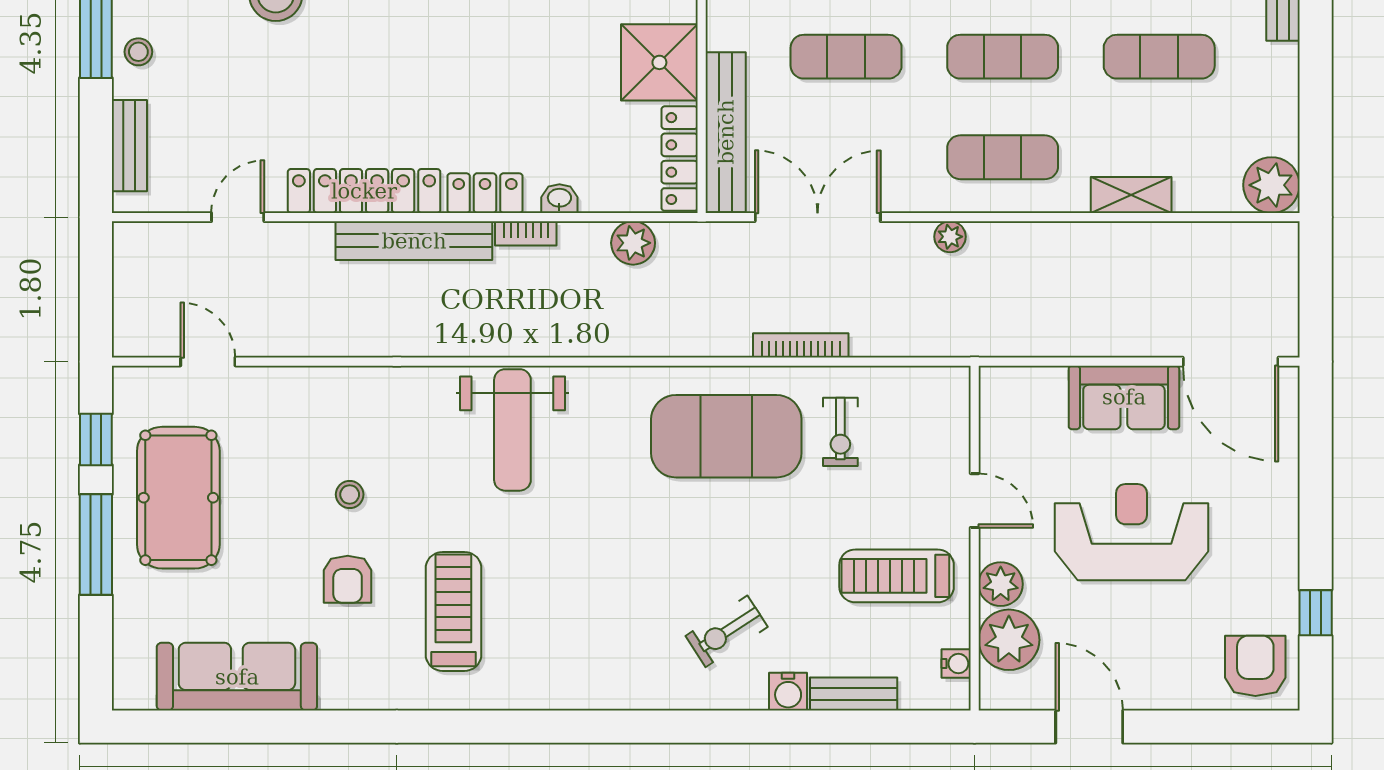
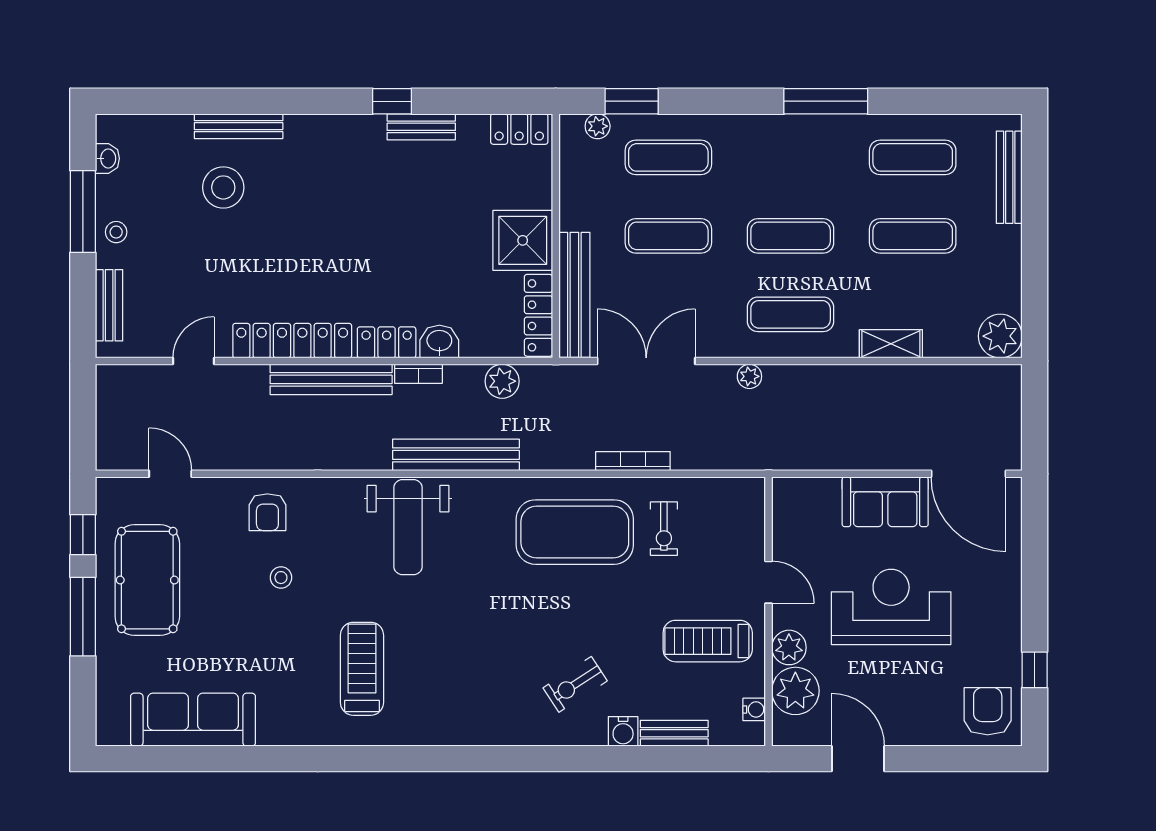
washbasin: (559, 199) -> (439, 342), width x1.38, depth x1.45
bench: (574, 337) -> (456, 455), added
armchair: (348, 579) -> (267, 512), moved

